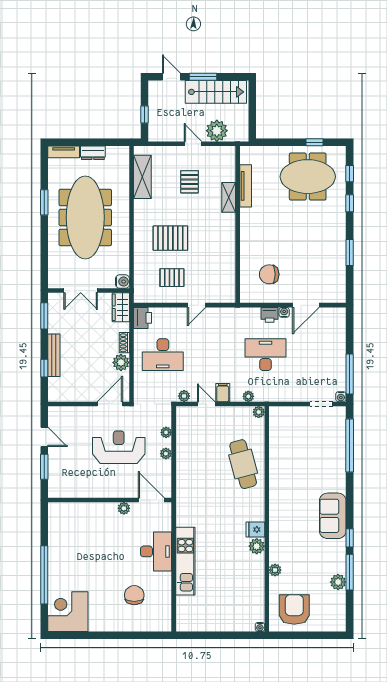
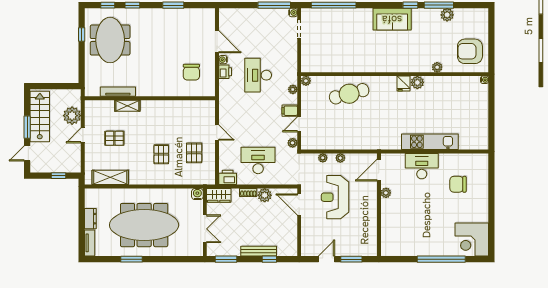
pallet: (170, 238) -> (161, 154), width x0.67, depth x0.71
desk: (163, 355) -> (258, 160), turned -90

